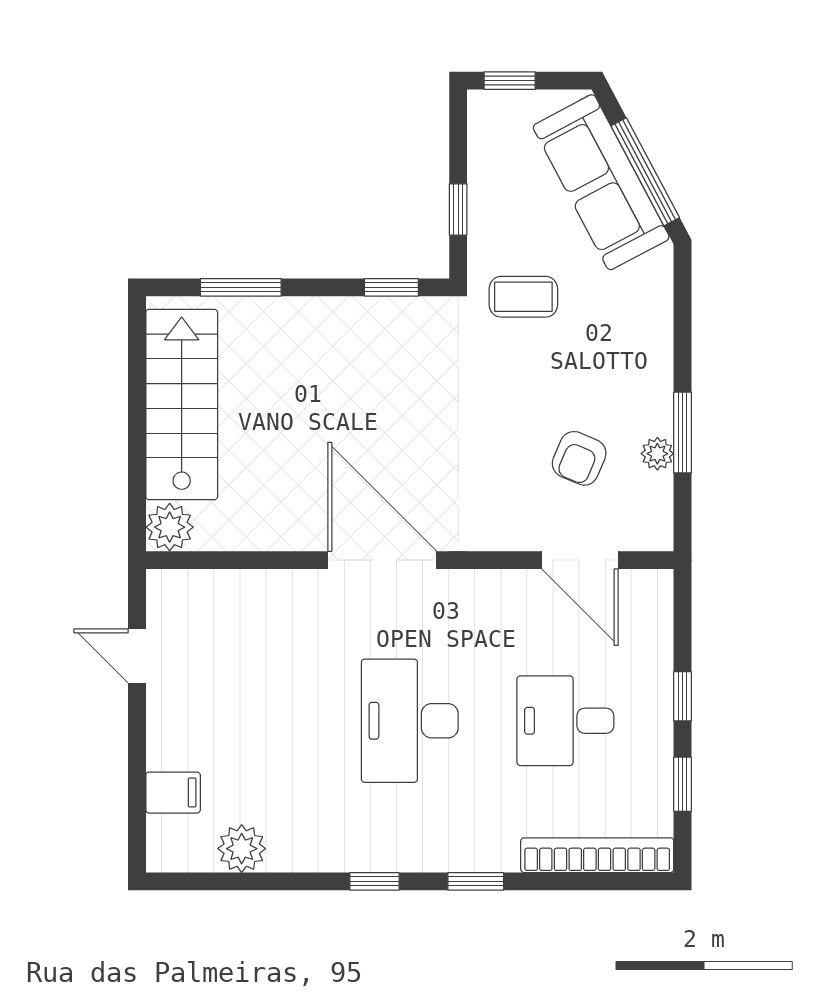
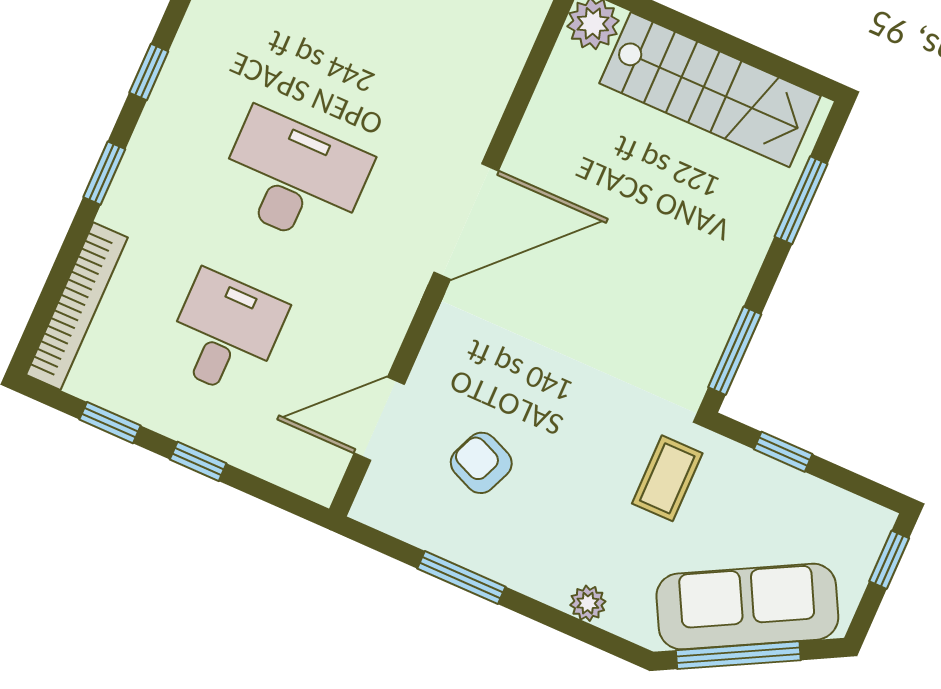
window: (391, 287) -> (735, 351), width x1.50
plant: (657, 454) -> (588, 603), moved

